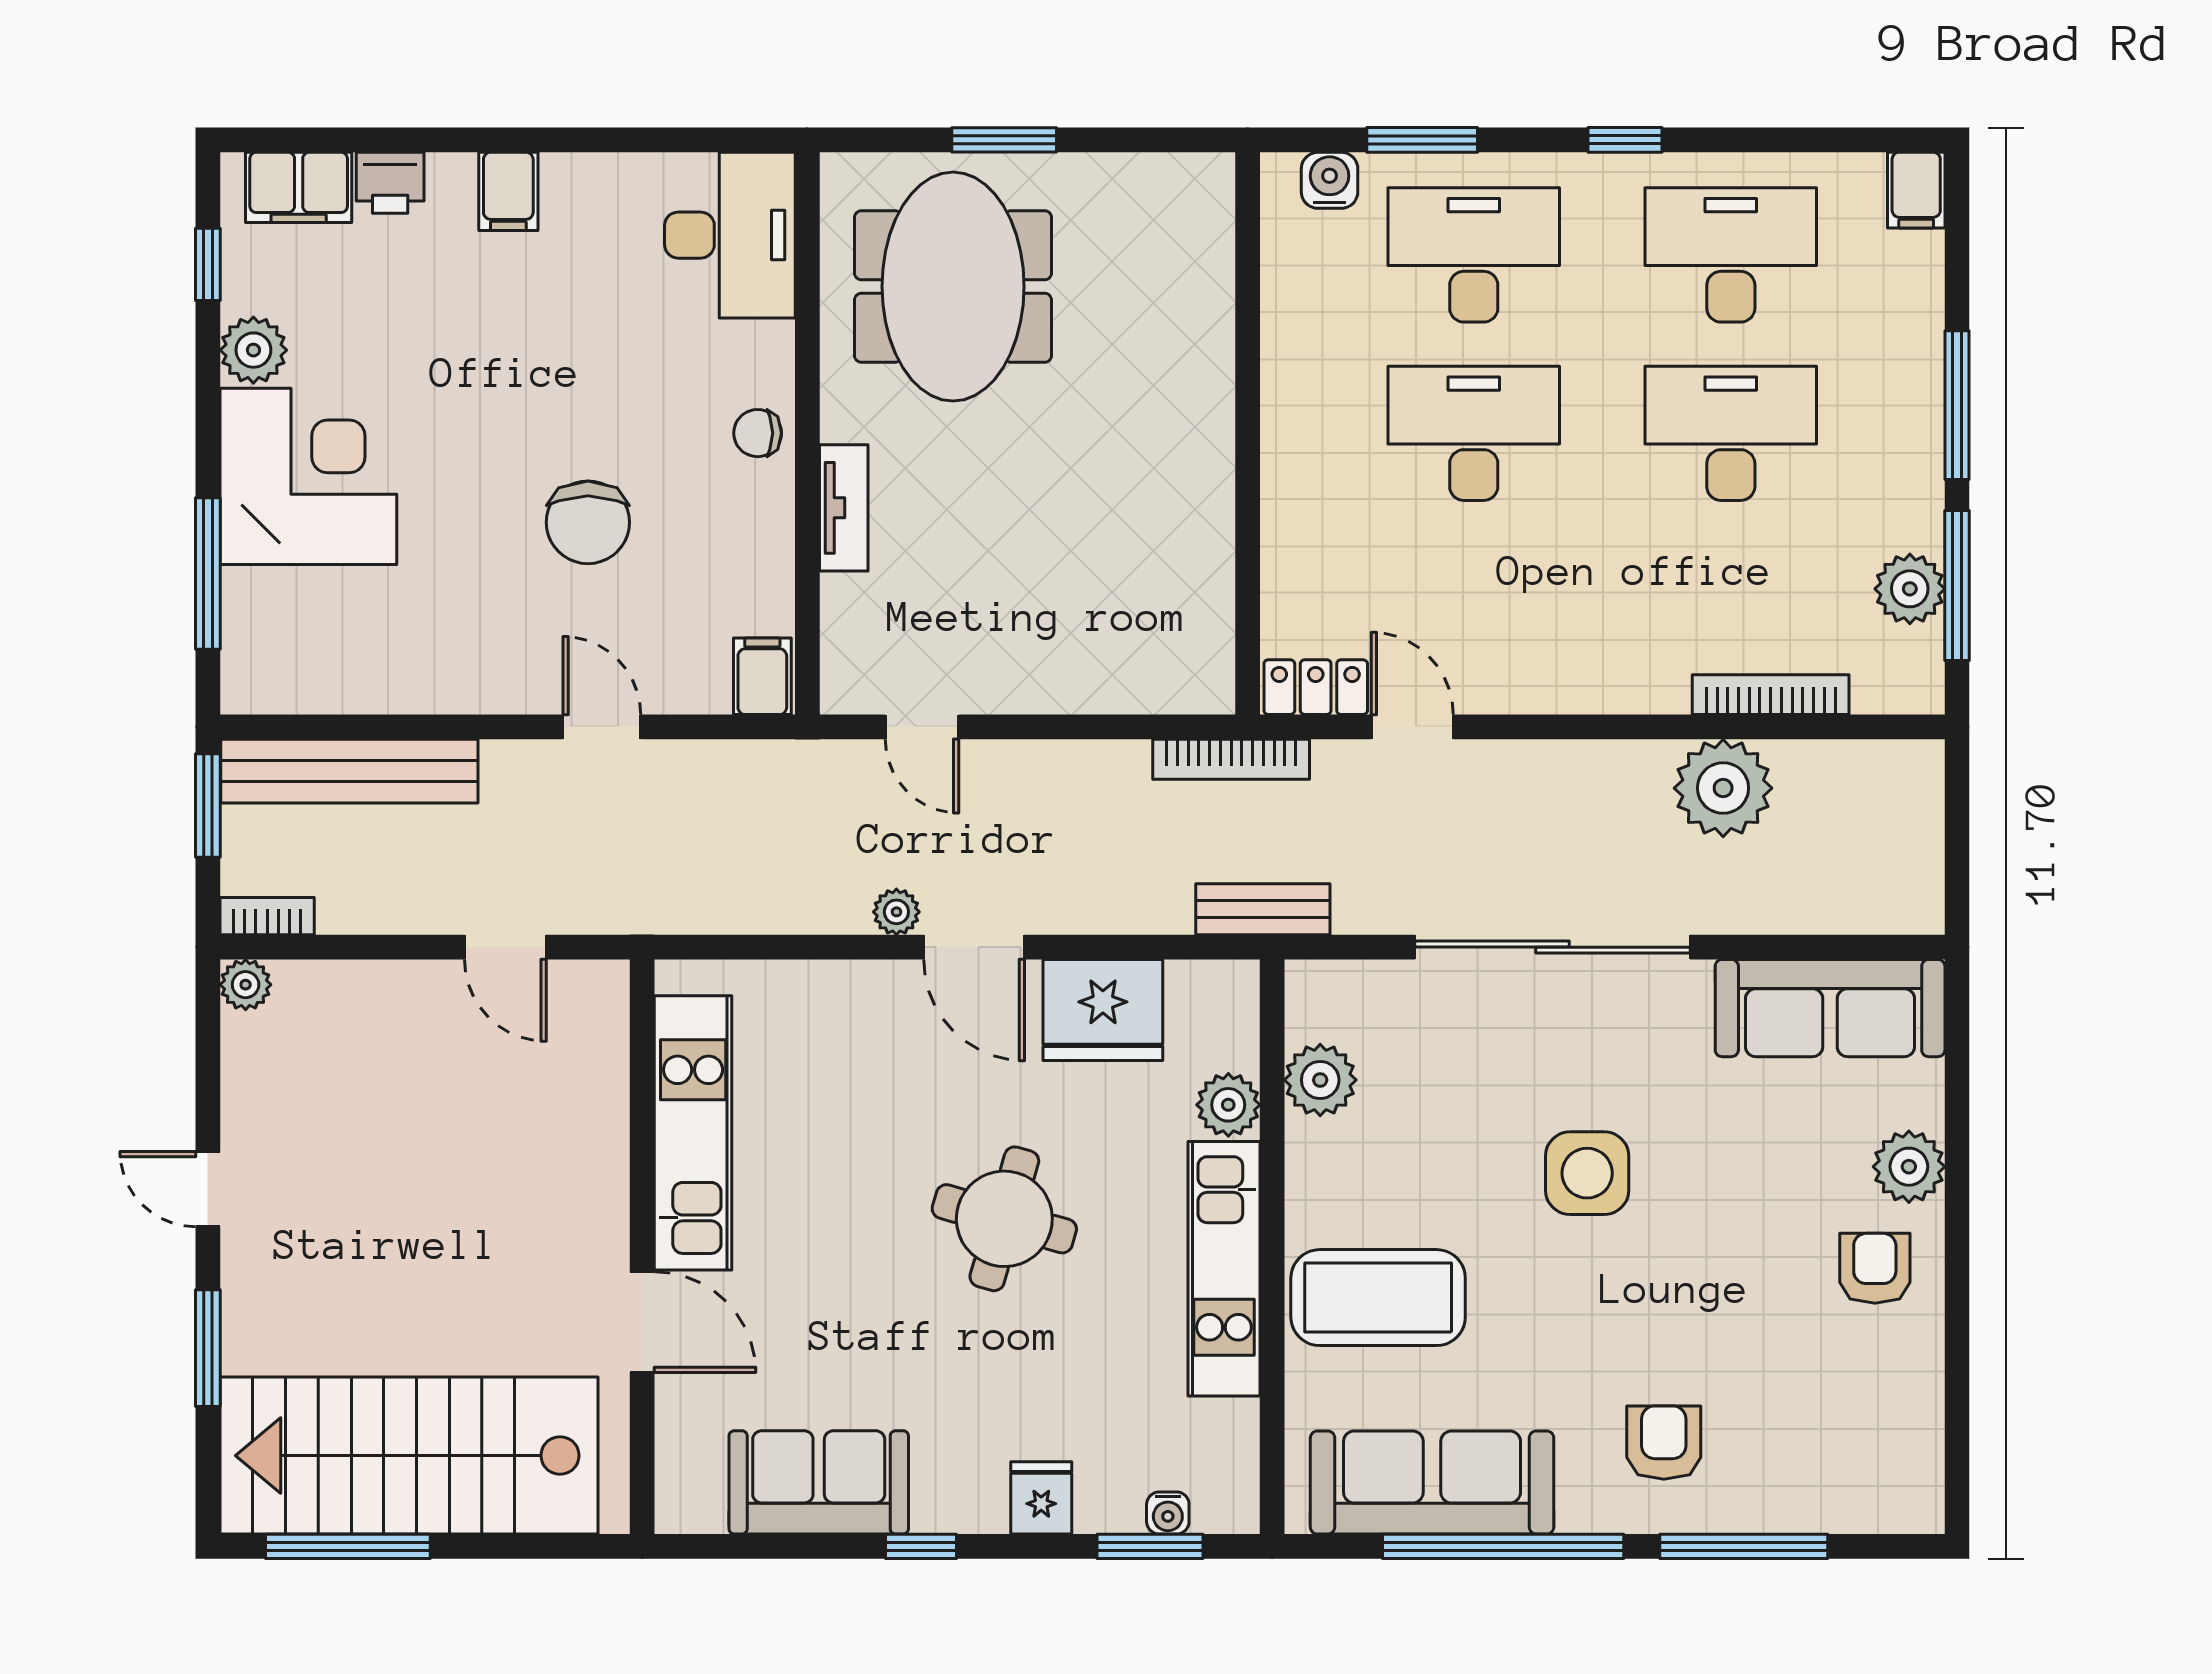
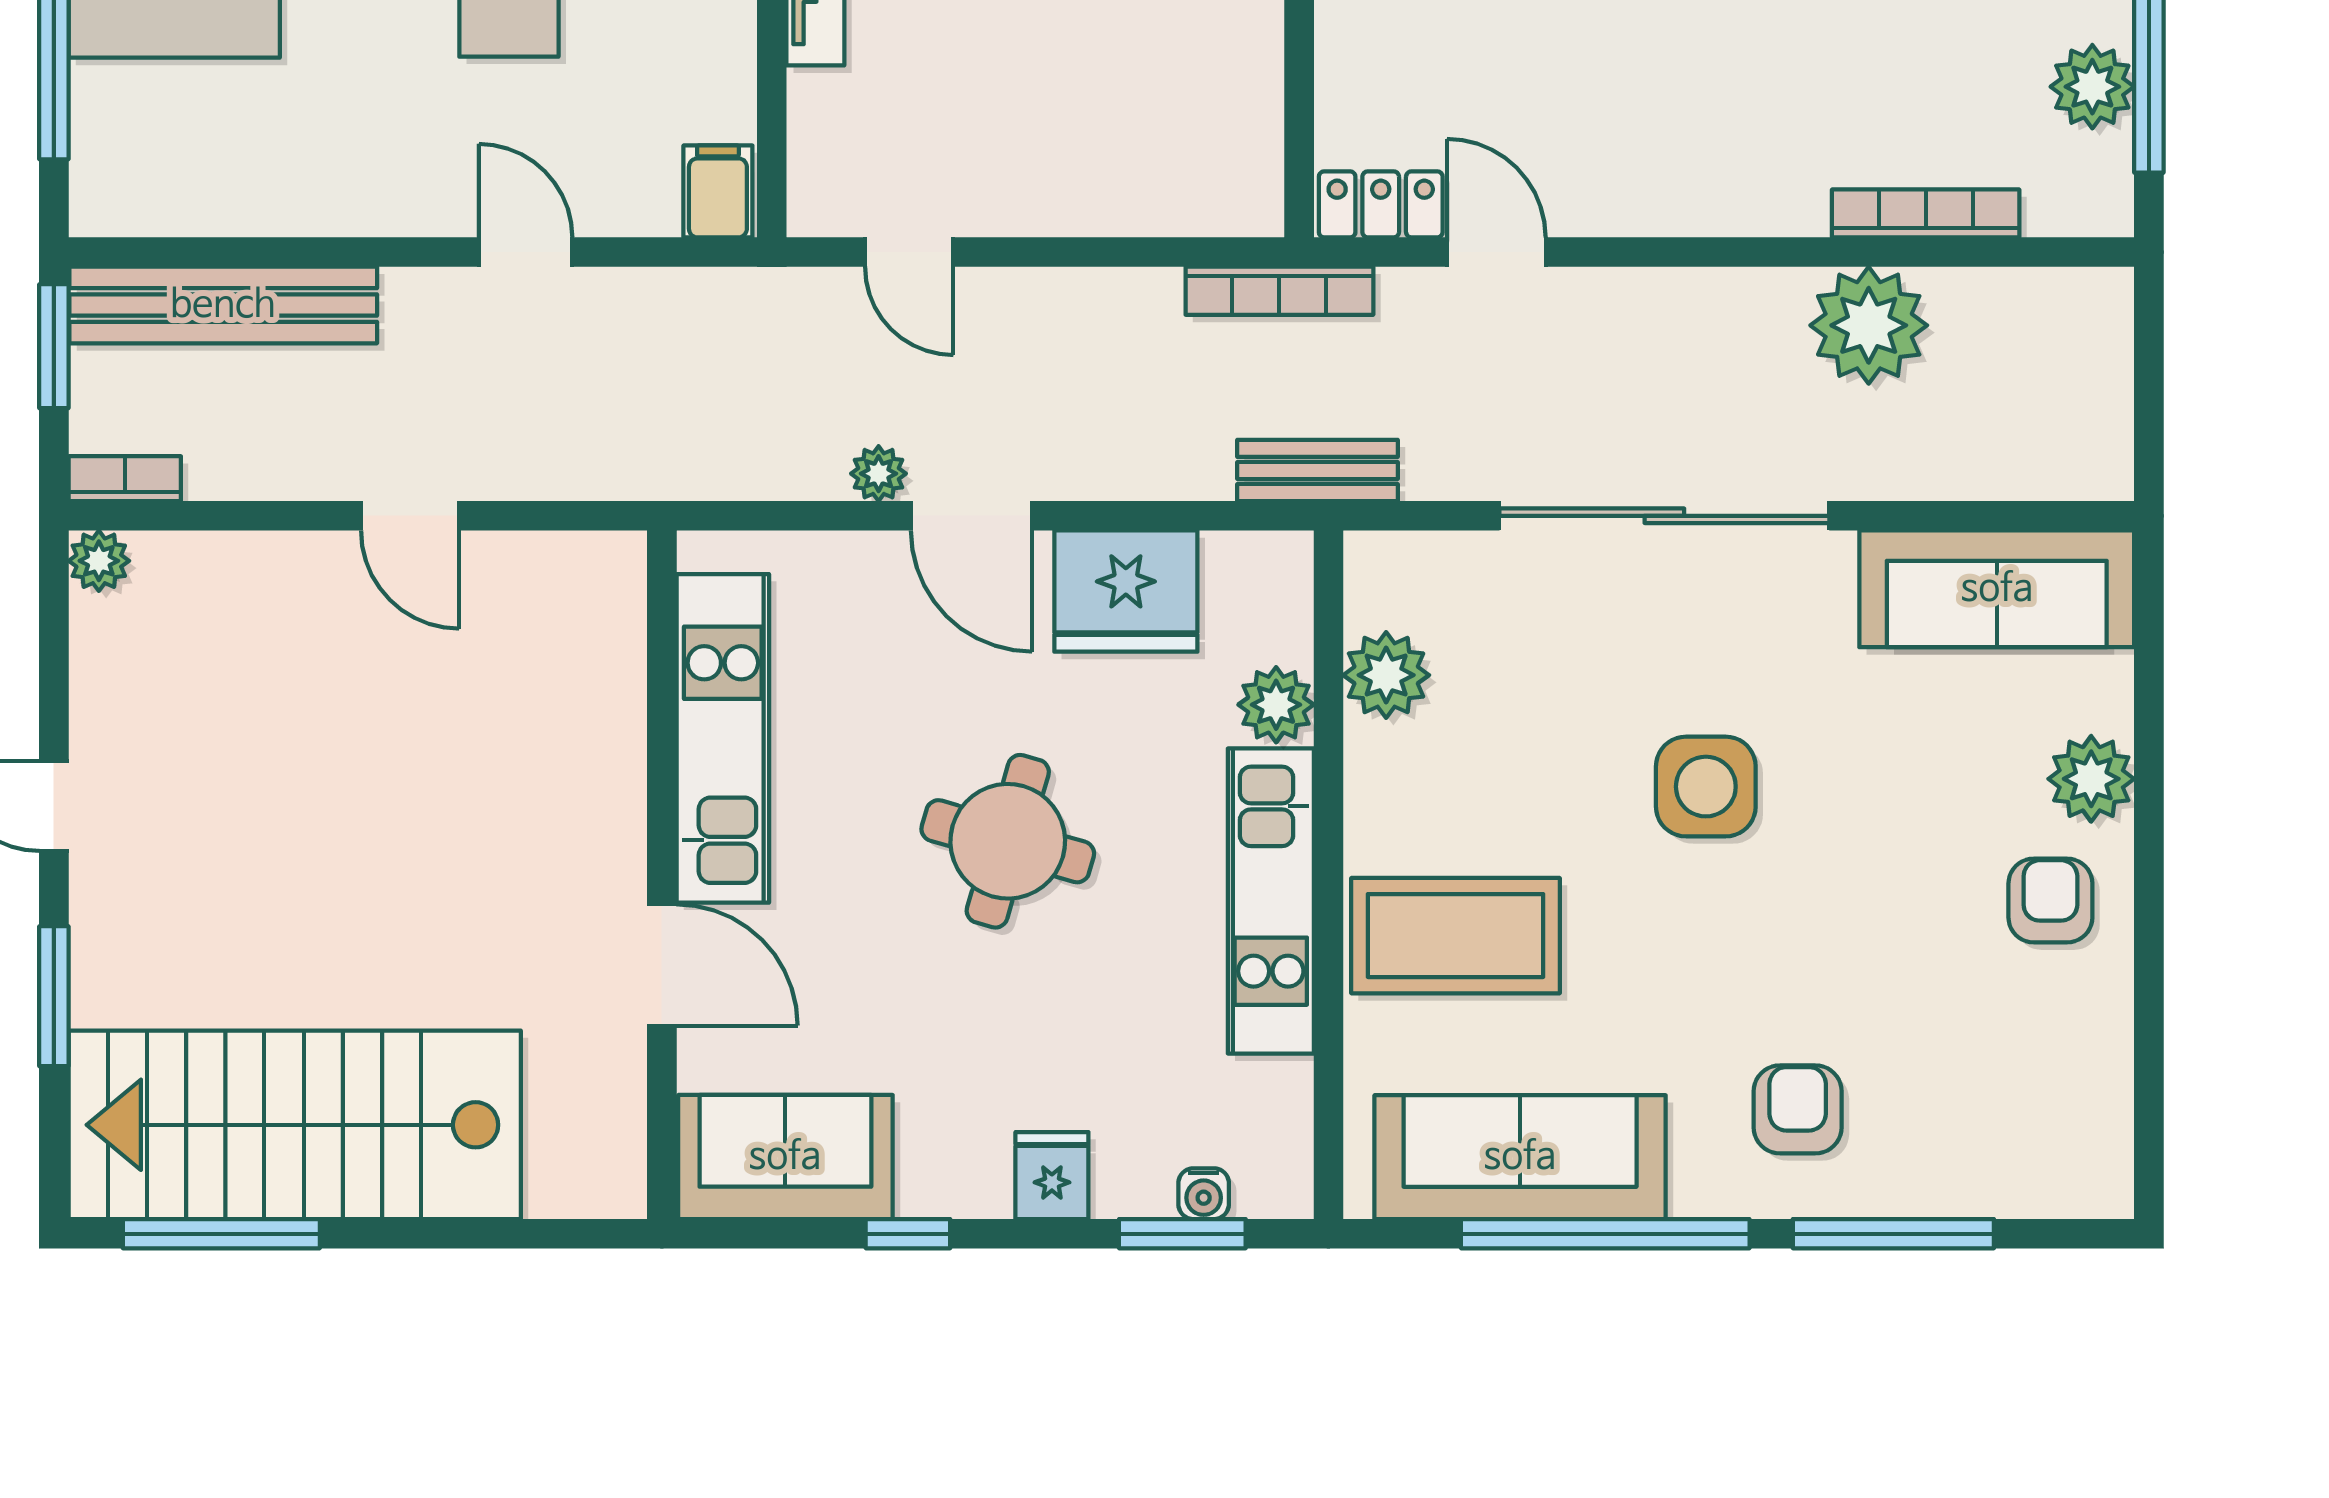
kitchen unit: (693, 1133) -> (723, 738), moved
wall: (642, 1247) -> (662, 875), moved
door: (642, 1322) -> (662, 965), moved

